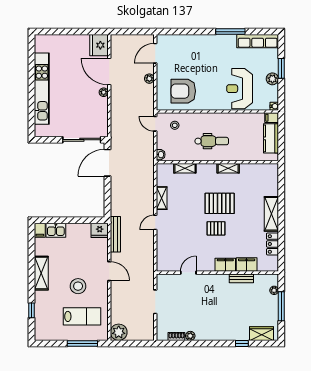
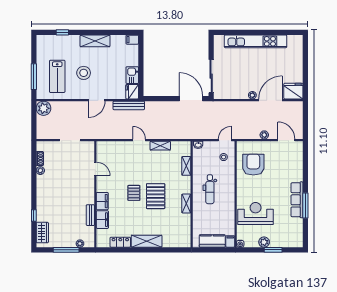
row of seats: (258, 41) -> (297, 200), moved
kitchen sink: (56, 230) -> (132, 75), moved

